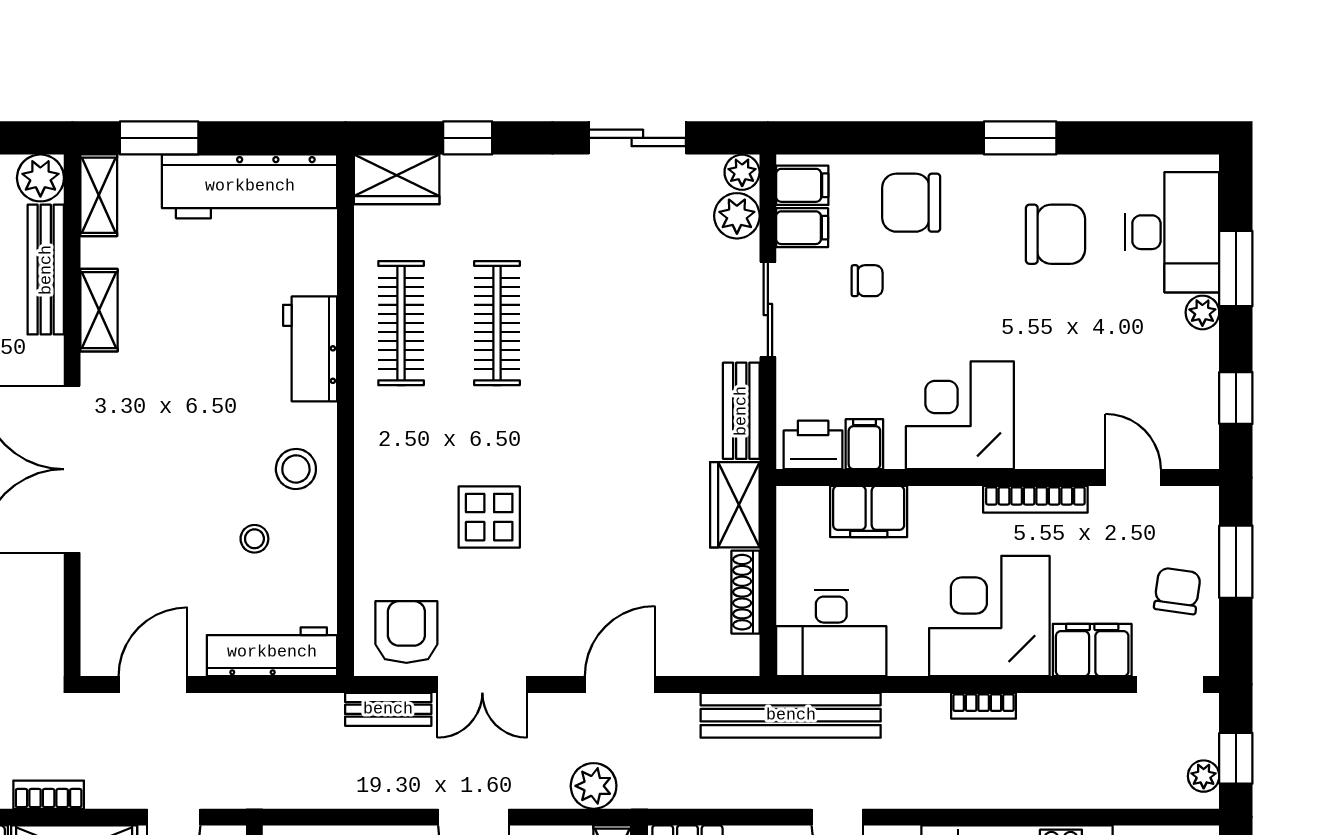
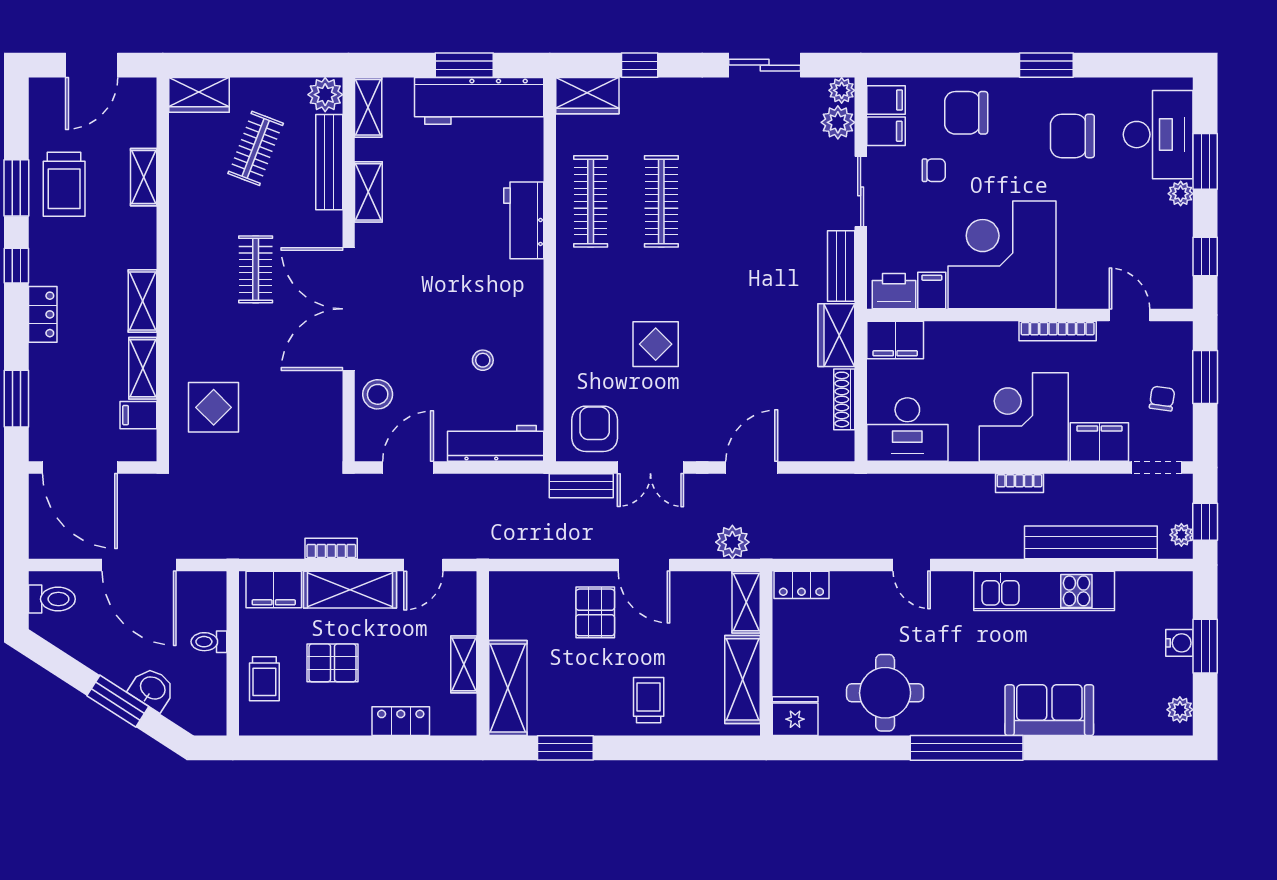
window: (159, 138) -> (464, 65), moved
chair: (1055, 234) -> (1072, 136), turned 180
corner desk: (960, 415) -> (1002, 255), width x1.36, depth x1.36
stool: (296, 469) -> (378, 394), moved
filing cabinet: (869, 511) -> (895, 340), moved
chair: (1177, 591) -> (1162, 399), width x0.73, depth x0.73
bench: (791, 715) -> (1091, 542), moved

